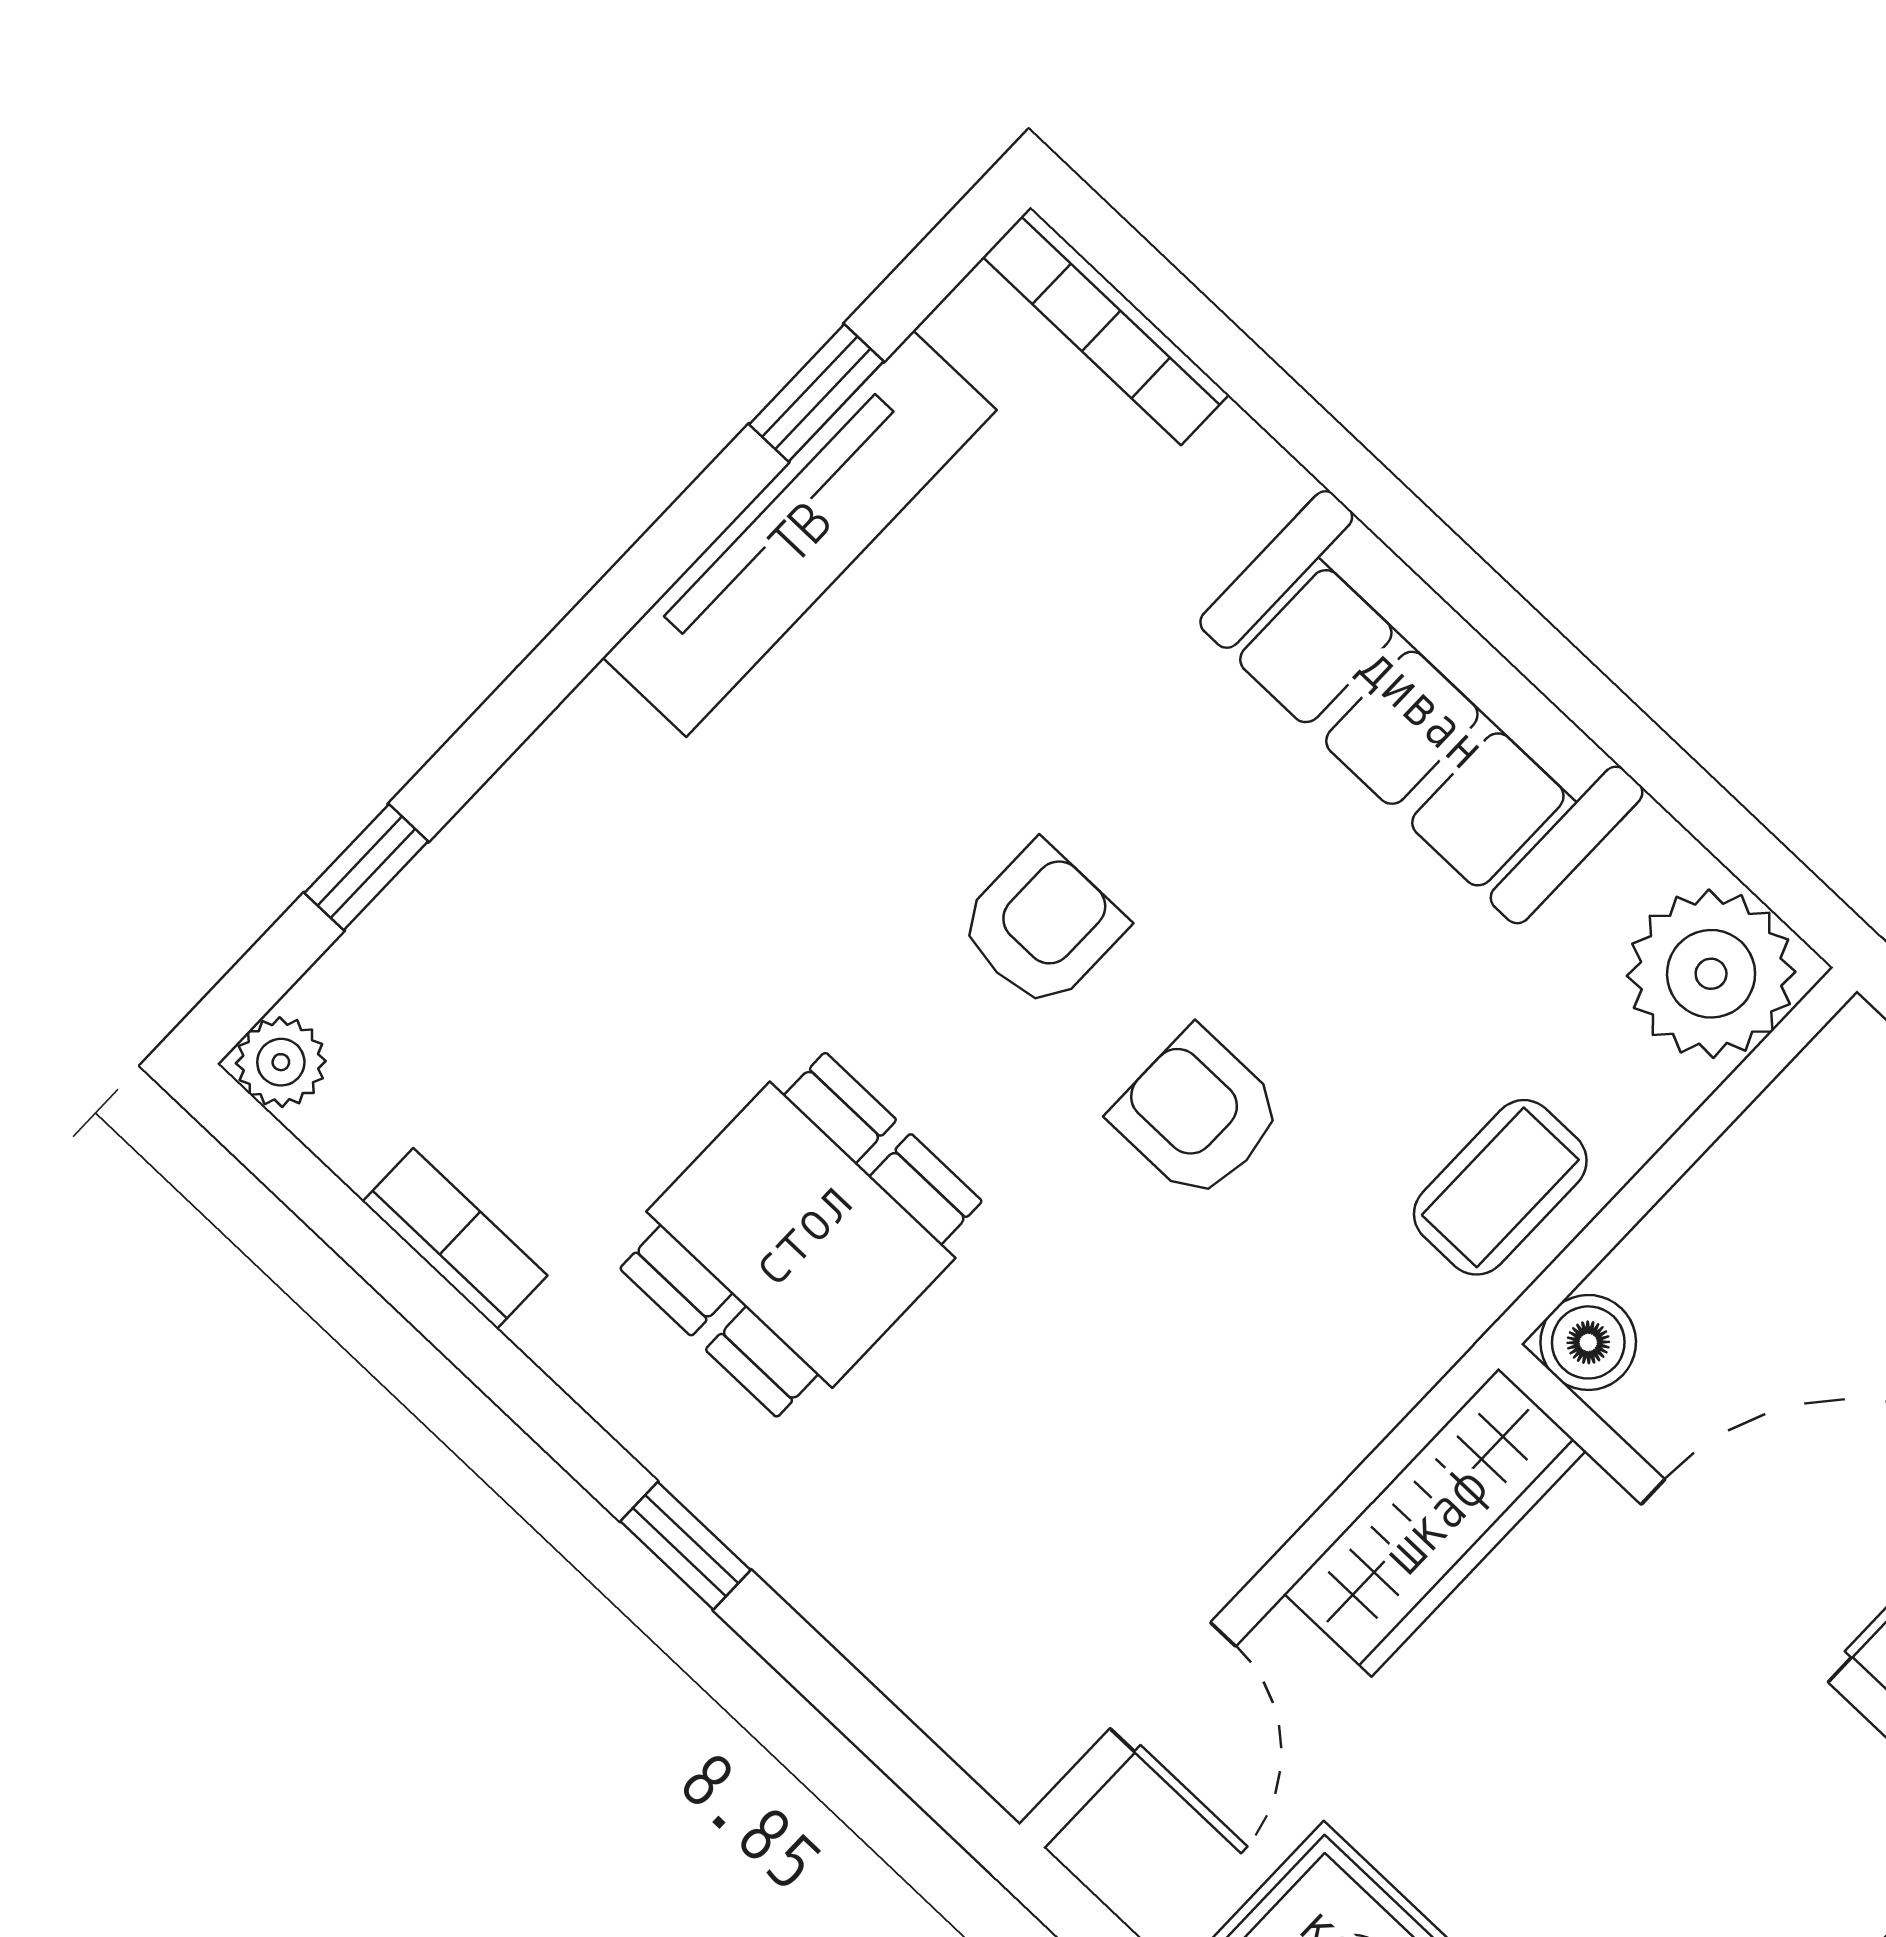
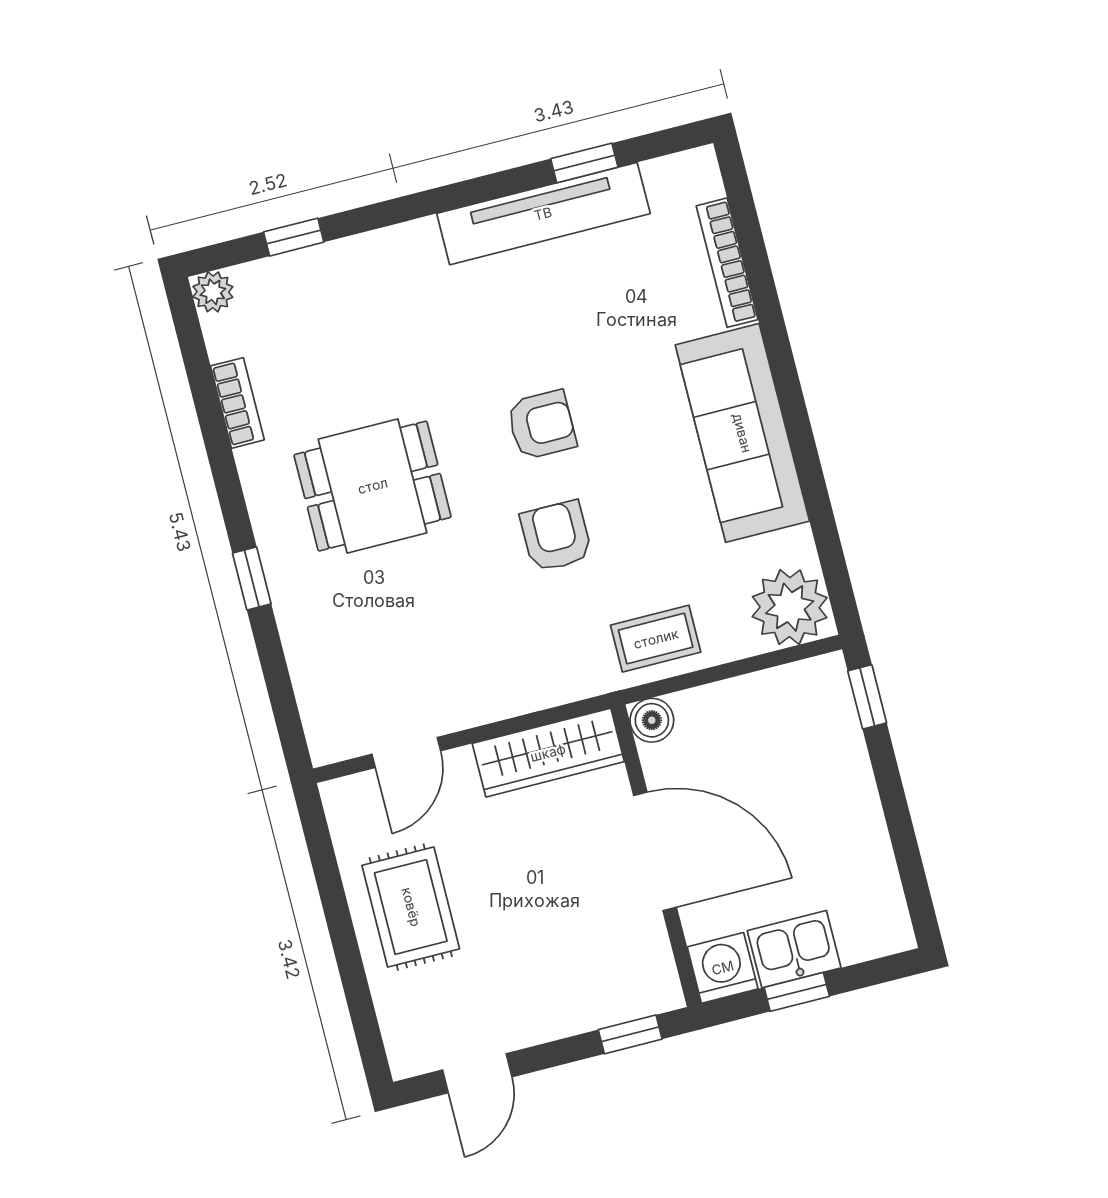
bookcase: (1106, 326) -> (727, 263), moved

